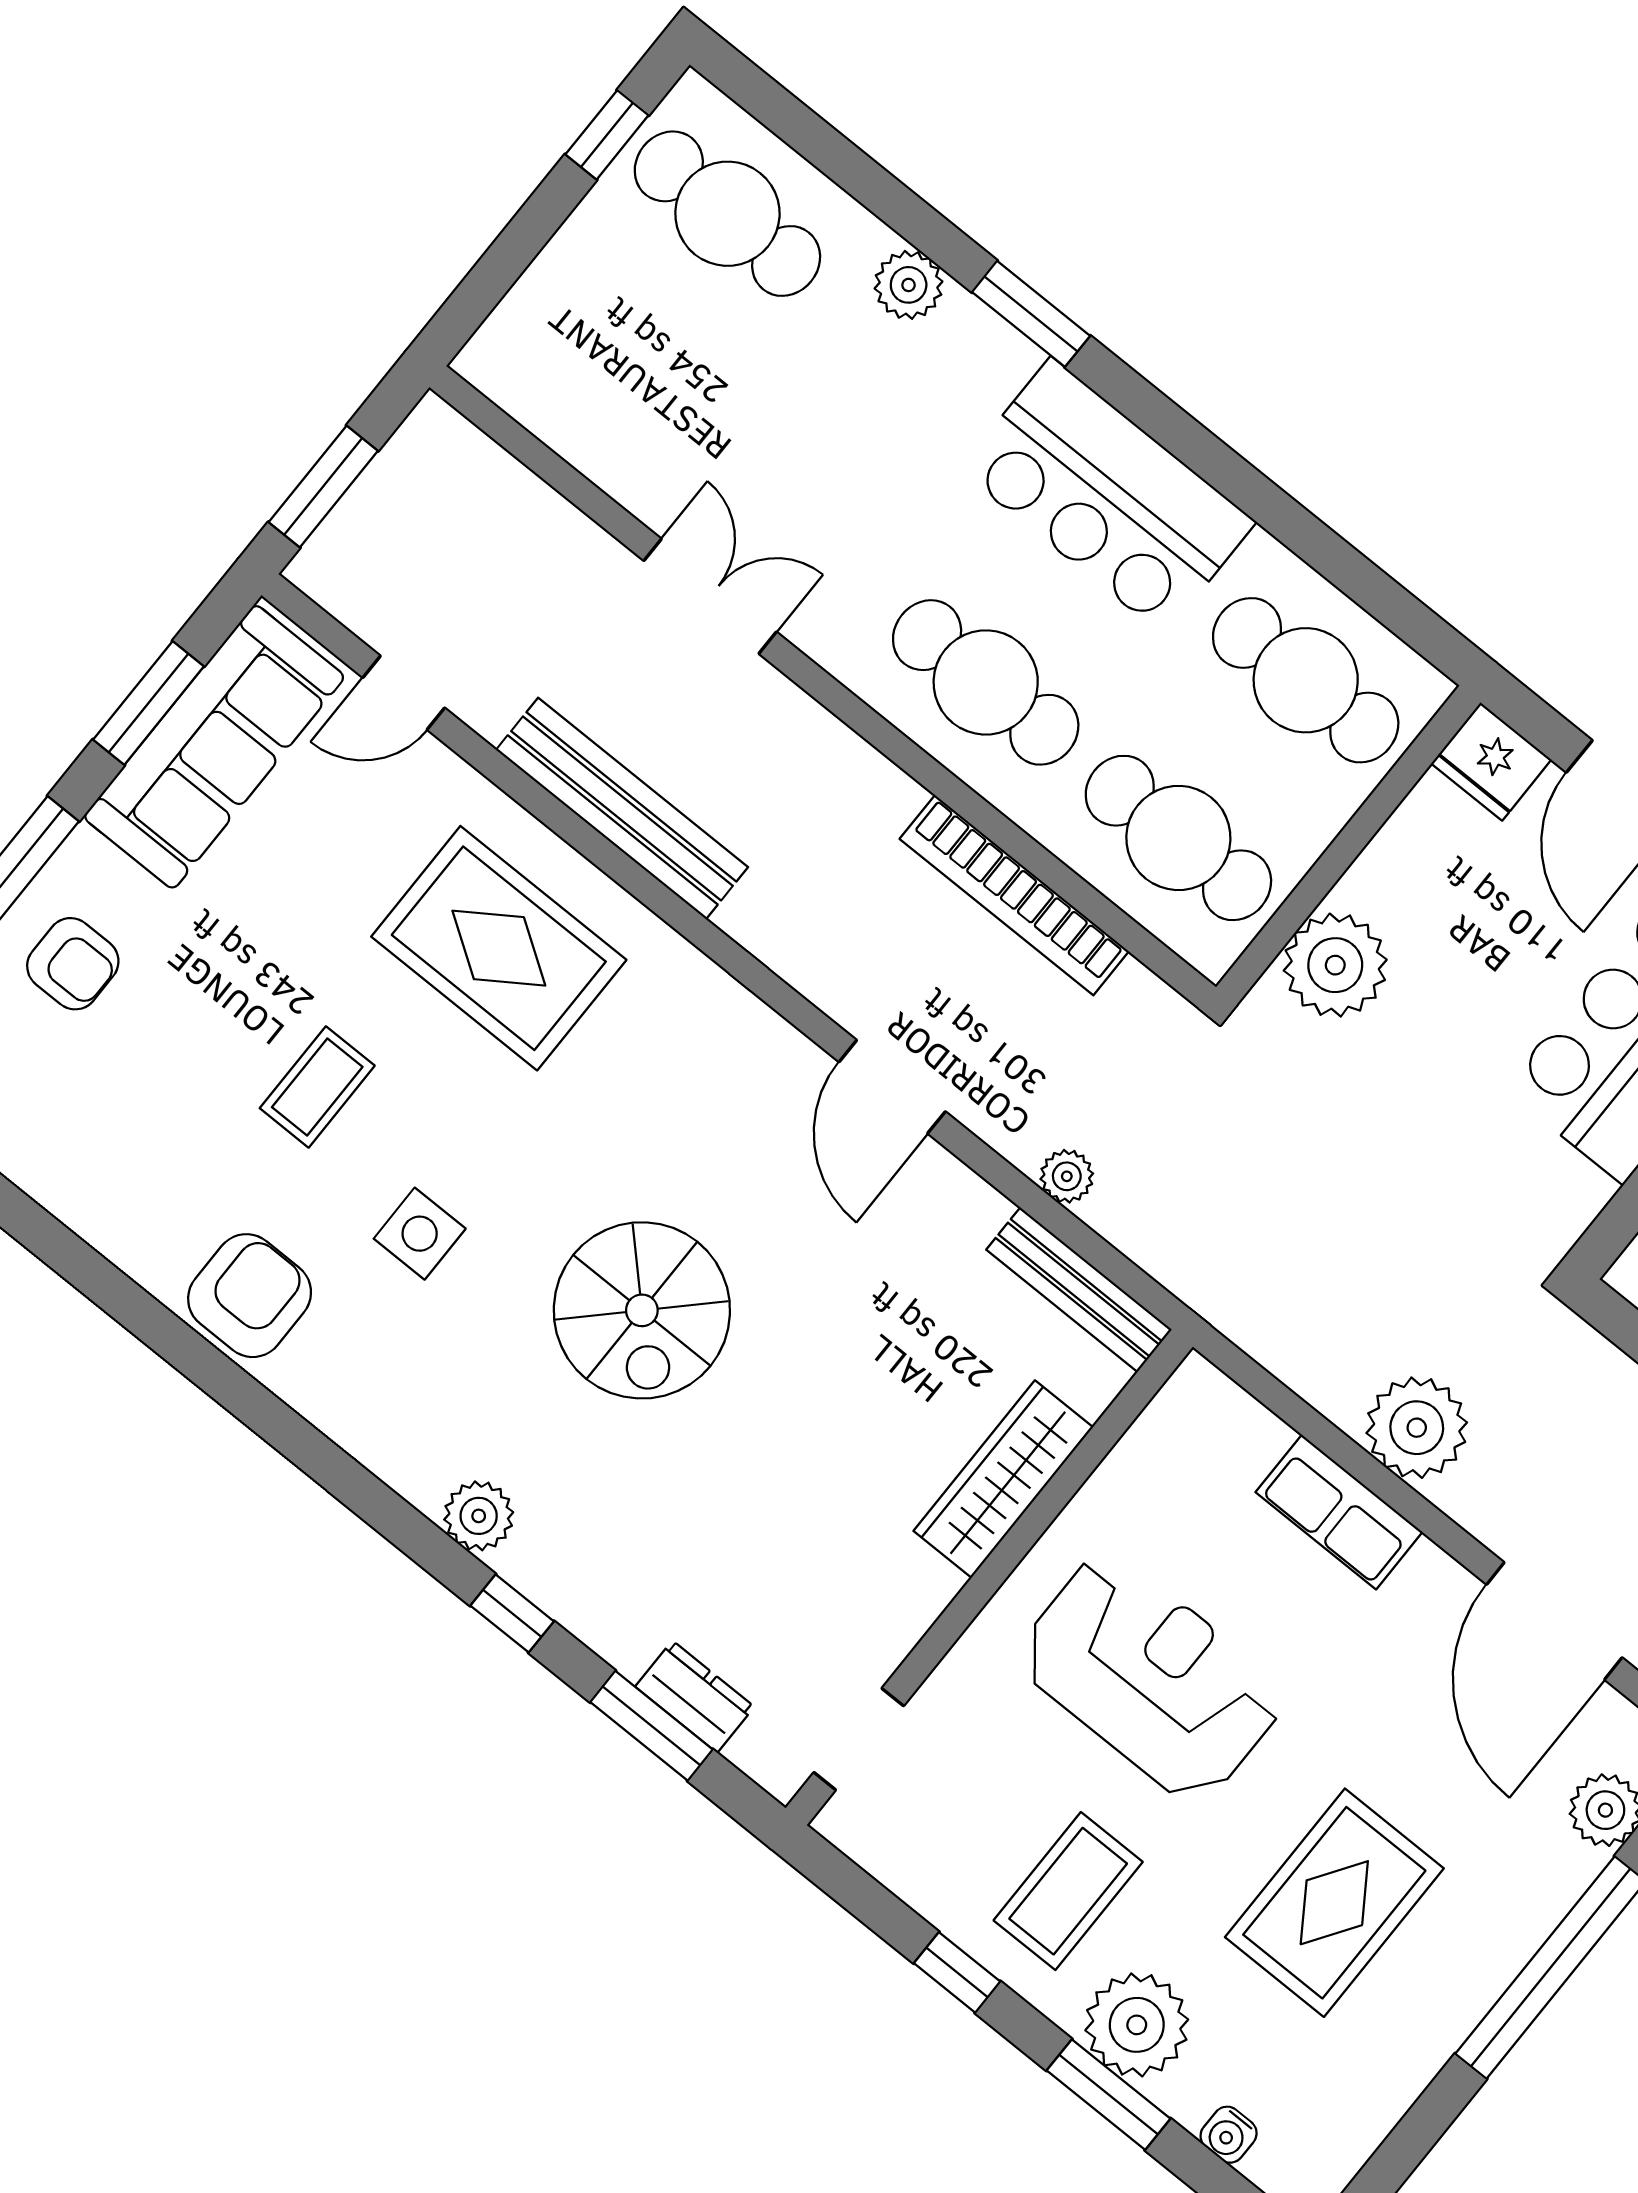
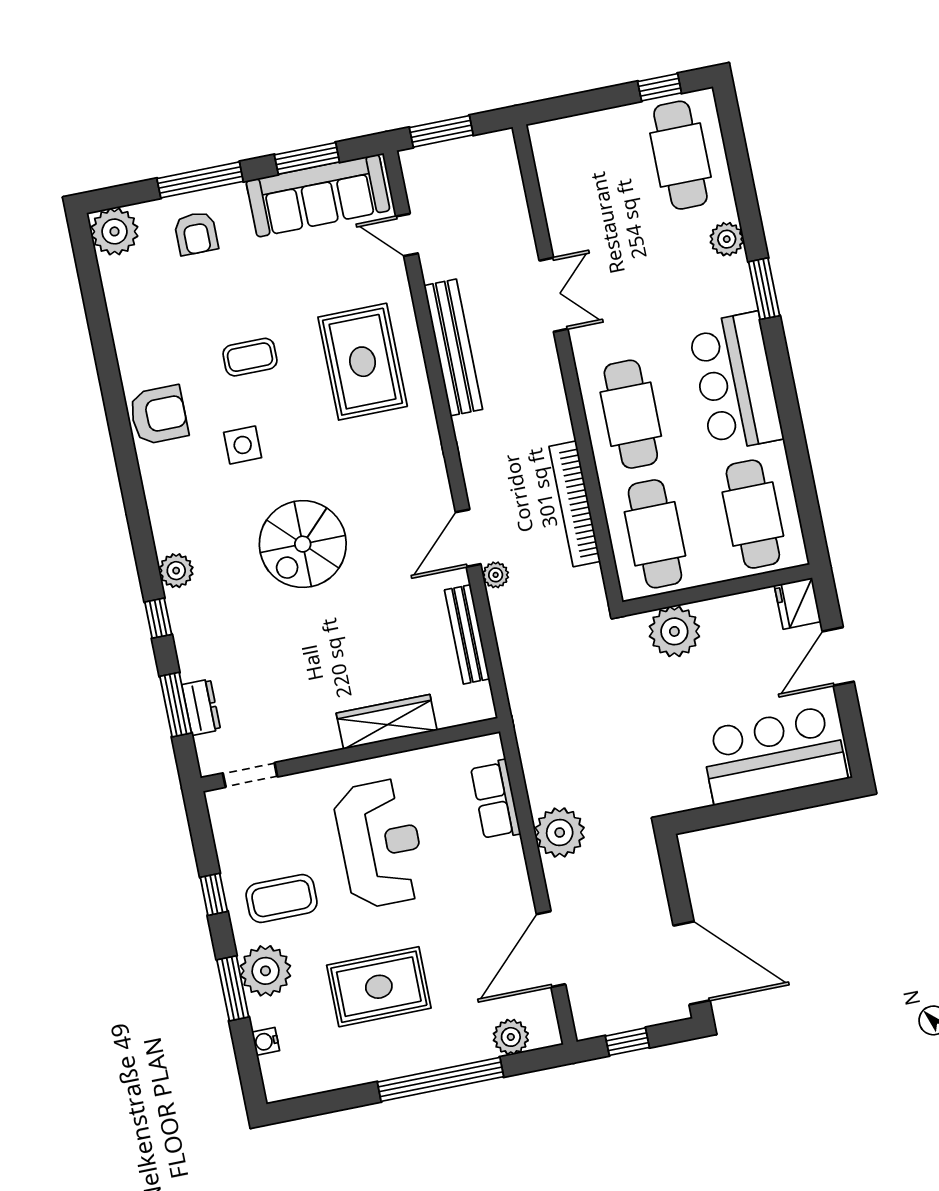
plant: (1067, 1176) -> (496, 575), moved
bench: (1079, 1290) -> (467, 634), moved
row of seats: (1339, 1512) -> (496, 800), moved

